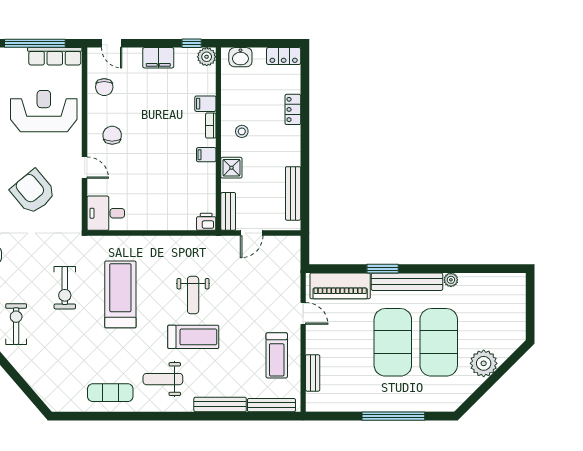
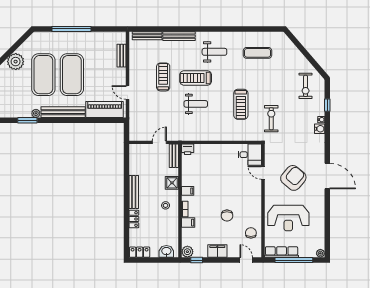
chair: (112, 135) -> (227, 216), moved
door: (85, 168) -> (263, 173), moved
armchair: (33, 192) -> (293, 178), moved, turned -100
bench: (293, 193) -> (134, 192), moved
window: (383, 269) -> (27, 120), moved
exercise bike: (65, 288) -> (271, 119), moved
treadmill: (120, 294) -> (241, 104), width x0.73, depth x0.73
weight bench: (193, 295) -> (196, 104), turned 90
treadmill: (277, 355) -> (163, 77), moved
exercise mat: (110, 393) -> (258, 53), moved

